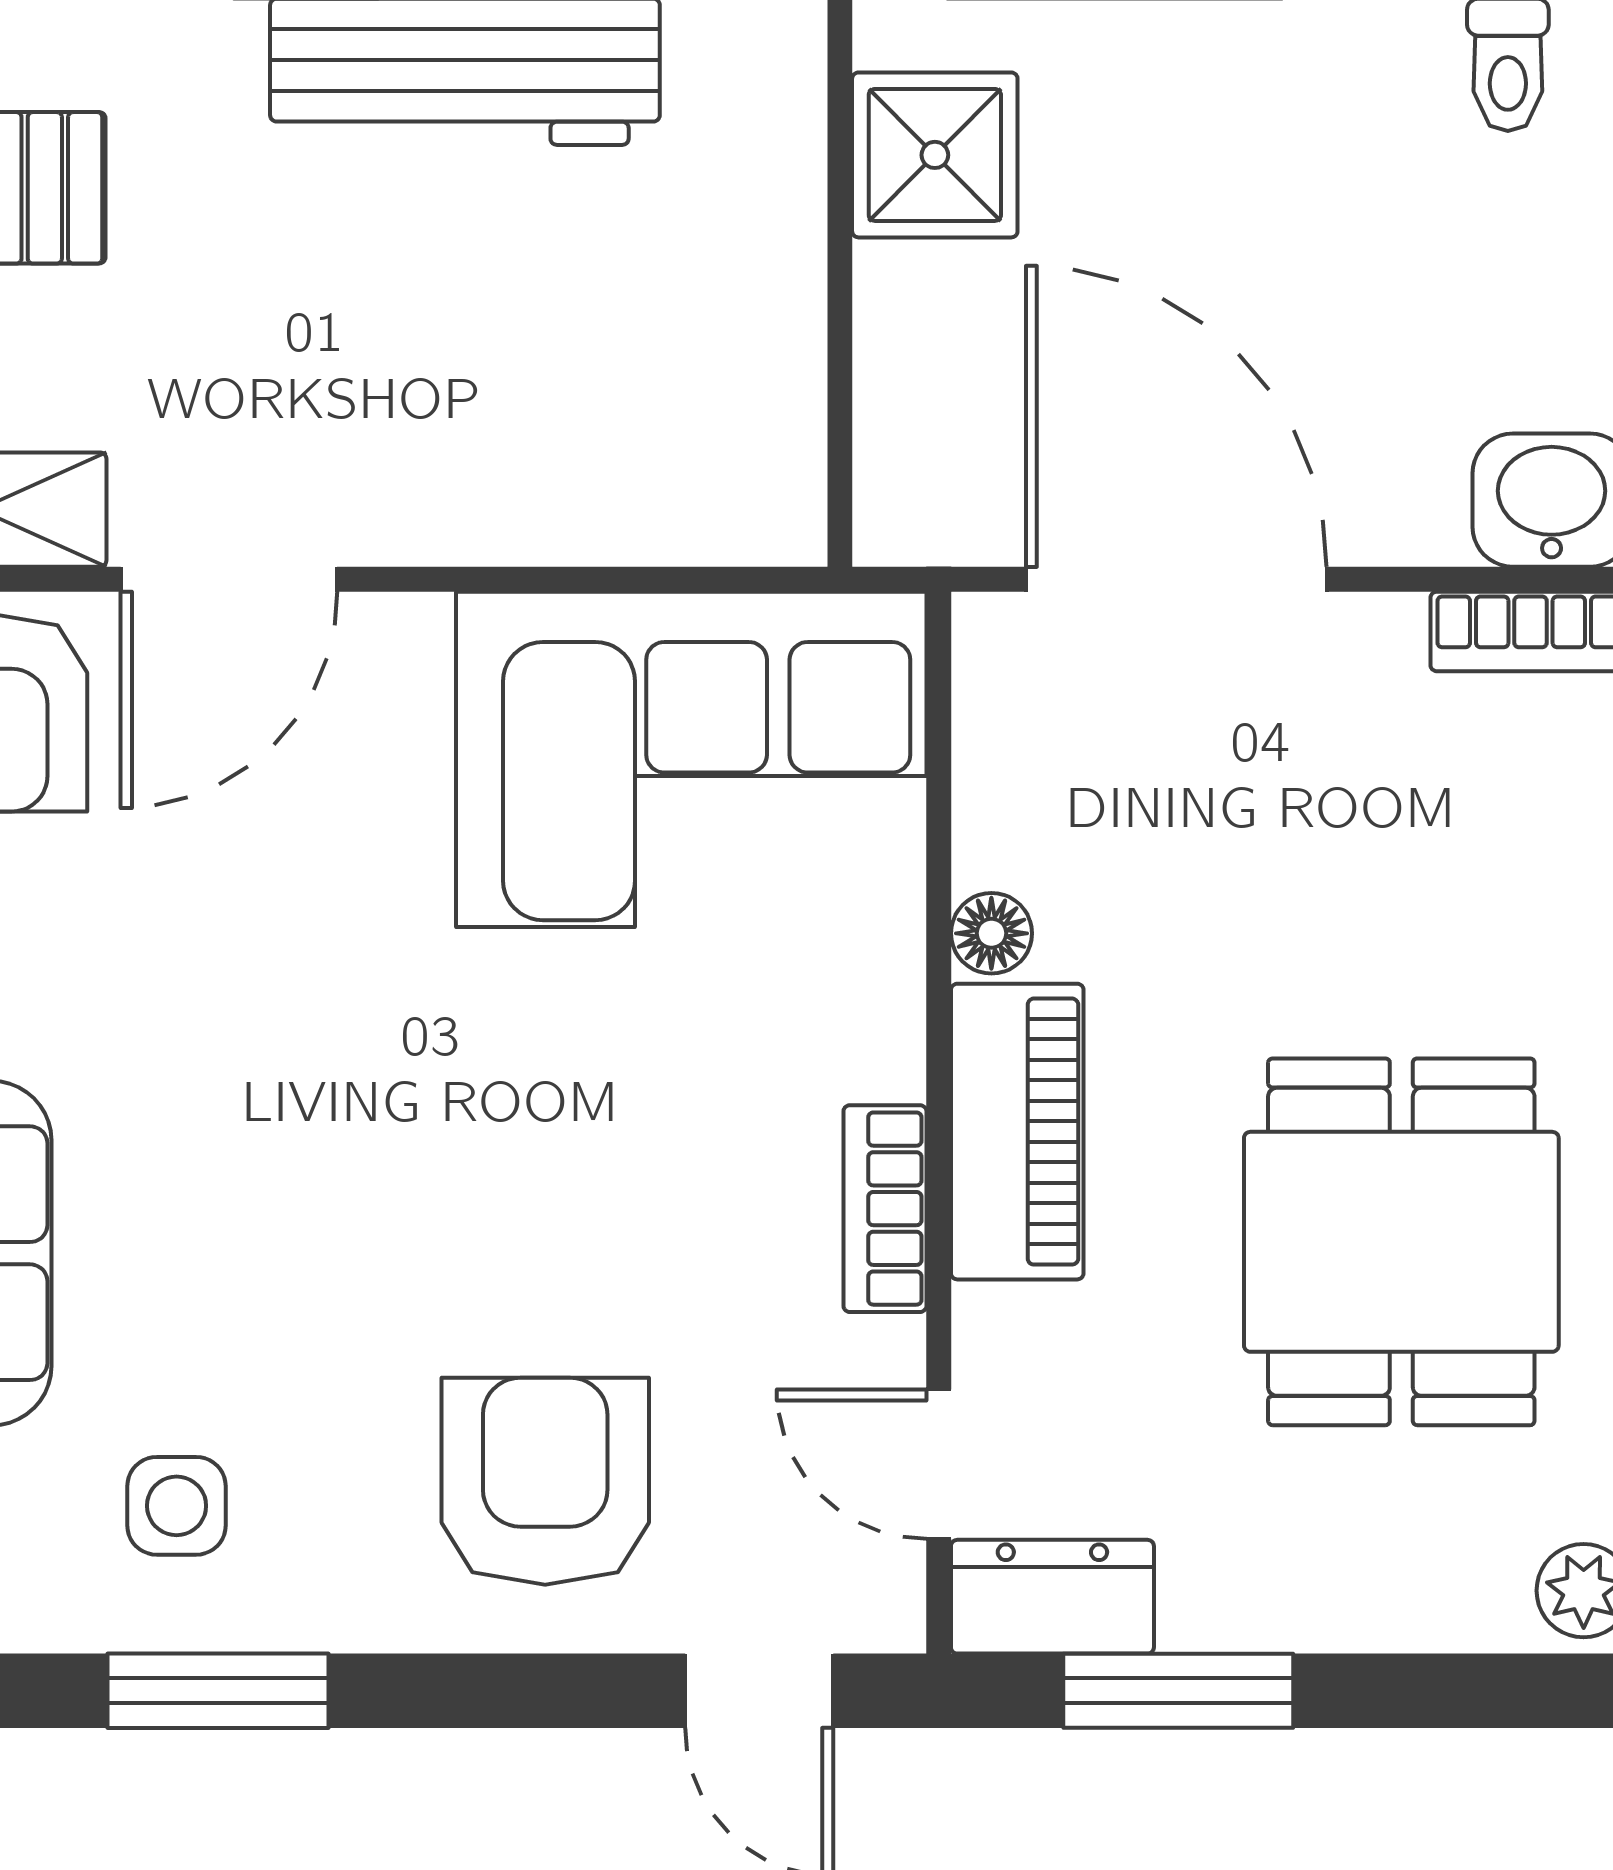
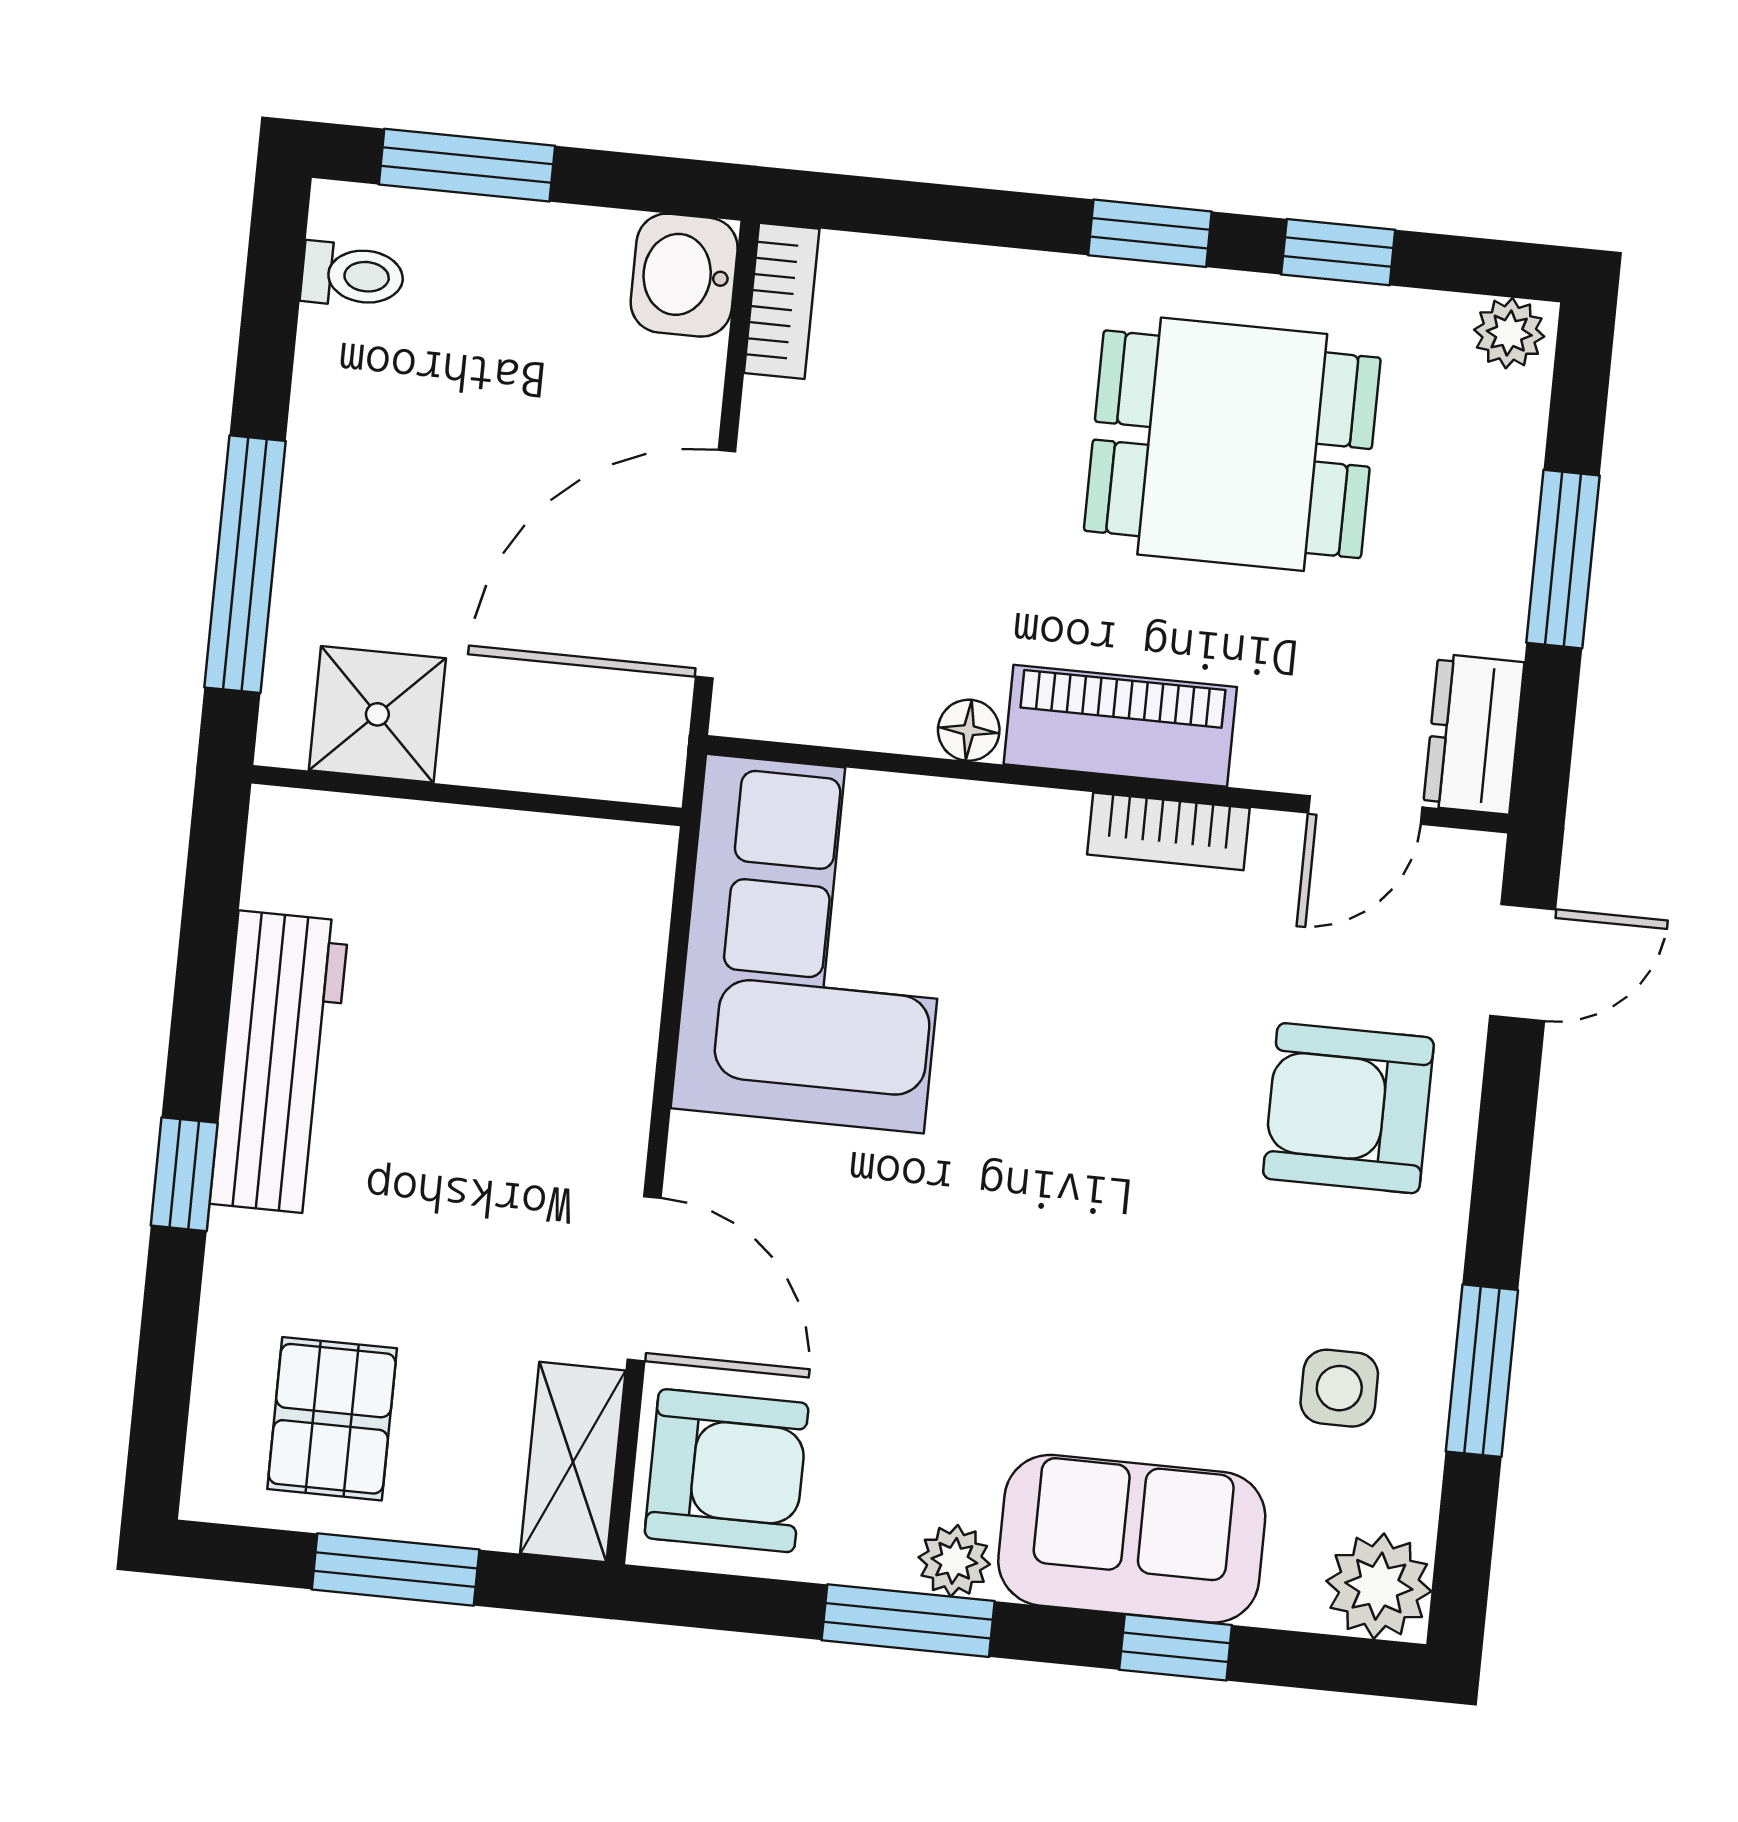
window: (1178, 1691) -> (1563, 559), moved

